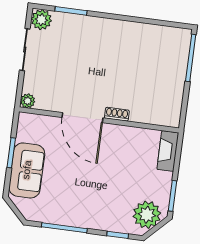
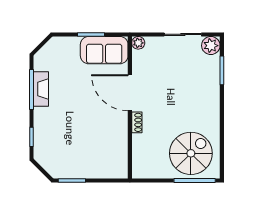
spiral stairs: (160, 58) -> (191, 153), added
door: (82, 118) -> (130, 93), hinge flipped
fireplace: (168, 151) -> (41, 89), moved, turned 90
sofa: (27, 170) -> (104, 50), moved
plant: (147, 215) -> (52, 160), removed

